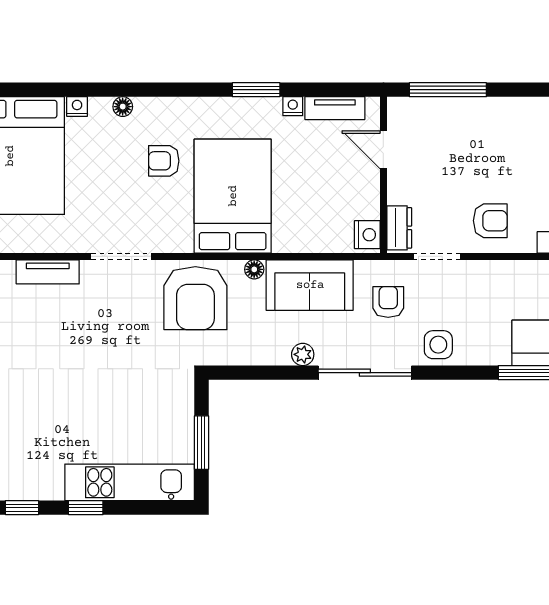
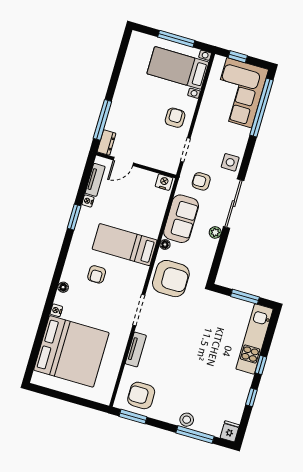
bed: (233, 196) -> (125, 245), width x0.67
dresser: (399, 228) -> (107, 143), moved, turned 90

